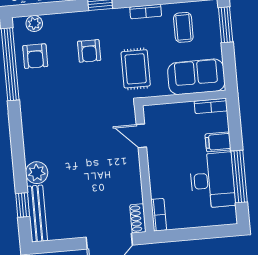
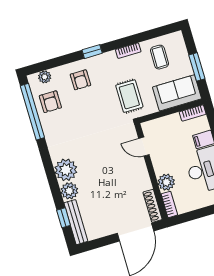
window: (226, 25) -> (197, 67), moved
armchair: (89, 51) -> (80, 80), moved
plant: (38, 145) -> (66, 170), added
plant: (161, 186) -> (166, 182), added
shoe rack: (138, 218) -> (153, 206), width x1.43

